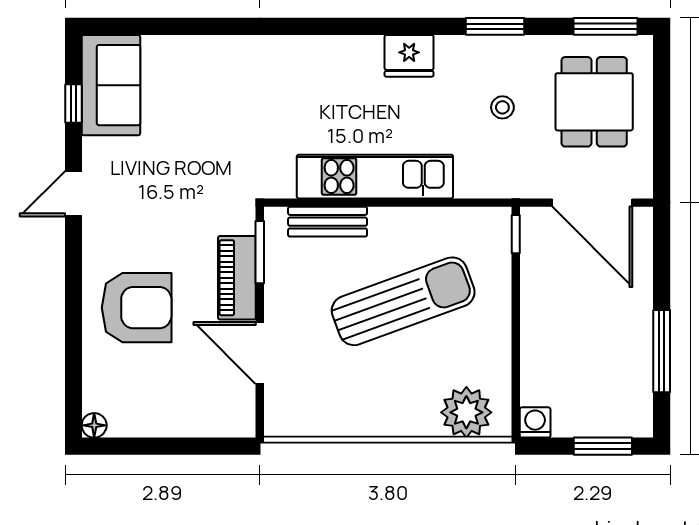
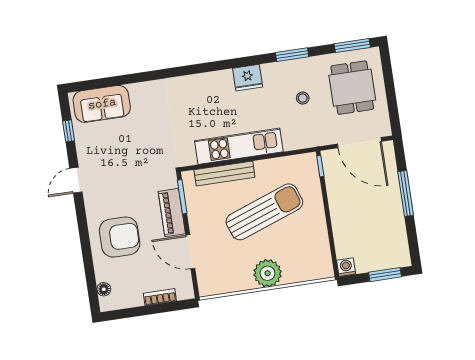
sofa: (111, 85) -> (102, 104), moved, turned 90
bench: (328, 222) -> (224, 173), width x1.36
window: (662, 351) -> (406, 193), moved
plant: (466, 412) -> (268, 273), moved
floor lamp: (94, 425) -> (104, 289), moved
bookcase: (193, 426) -> (160, 297), added

